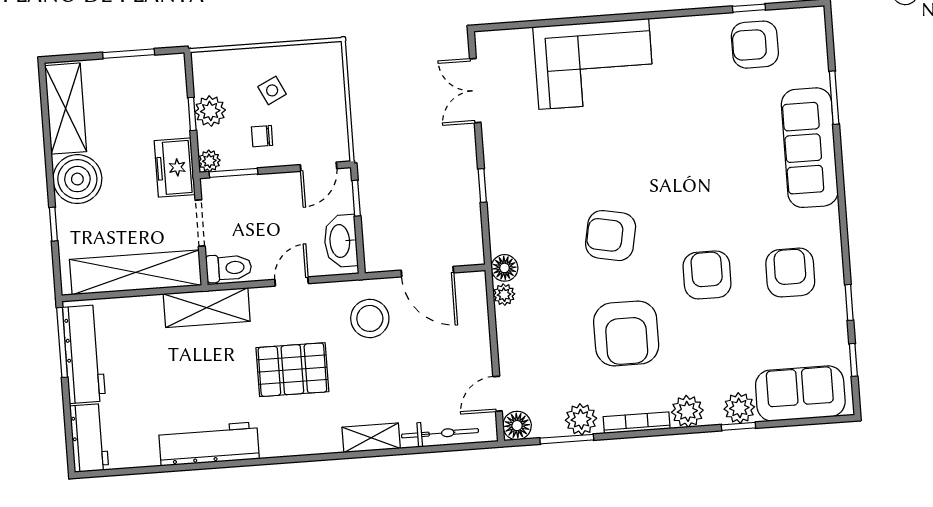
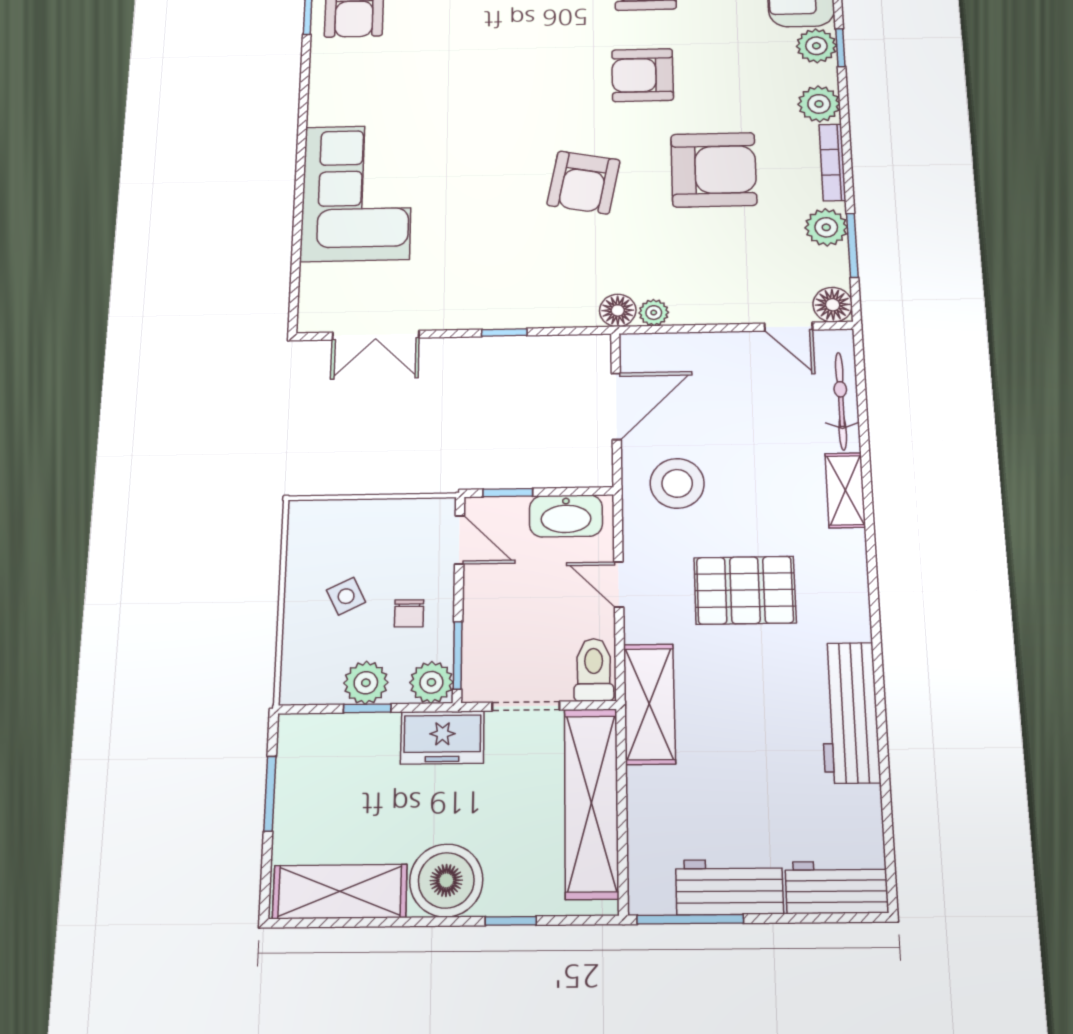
plant: (209, 161) -> (431, 682), width x1.38, depth x1.38
workbench: (84, 354) -> (729, 887), width x0.73
pallet: (292, 370) -> (745, 590), turned 90

